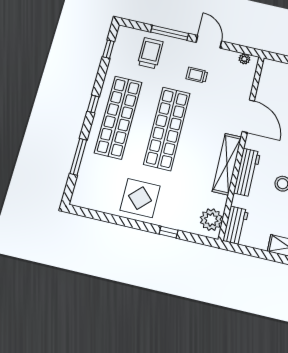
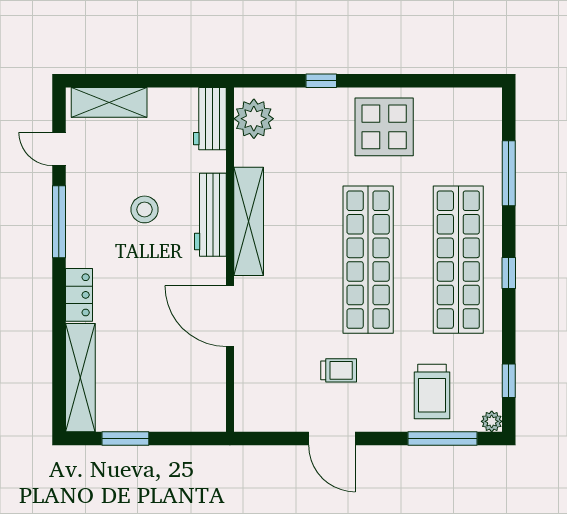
window: (170, 33) -> (443, 439), moved
plant: (244, 59) -> (492, 421), moved

